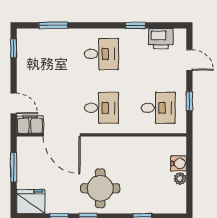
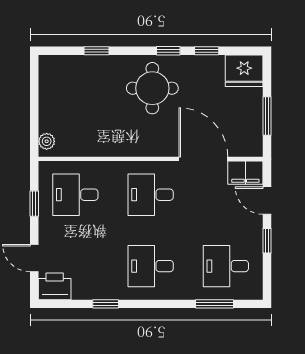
printer: (161, 39) -> (55, 286), moved
window: (14, 48) -> (267, 241), moved
desk: (45, 54) -> (226, 266), added
water cooler: (179, 163) -> (49, 121), removed
plant: (180, 179) -> (47, 141), moved

